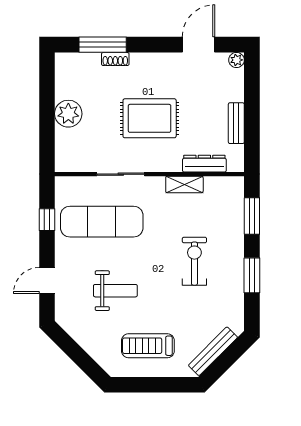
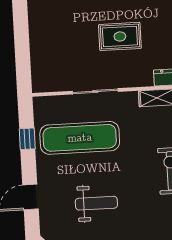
plant: (68, 114) -> (42, 36), removed
rug: (150, 118) -> (120, 36), width x0.73, depth x0.70

